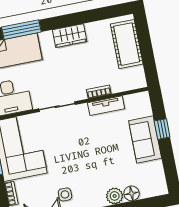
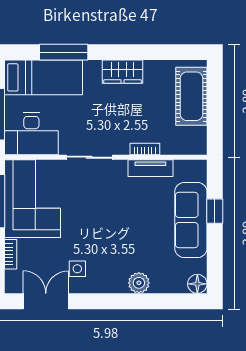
sofa: (145, 140) -> (191, 220), width x1.36
floor lamp: (132, 193) -> (197, 284), moved

